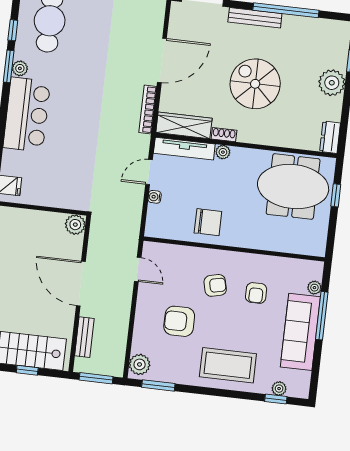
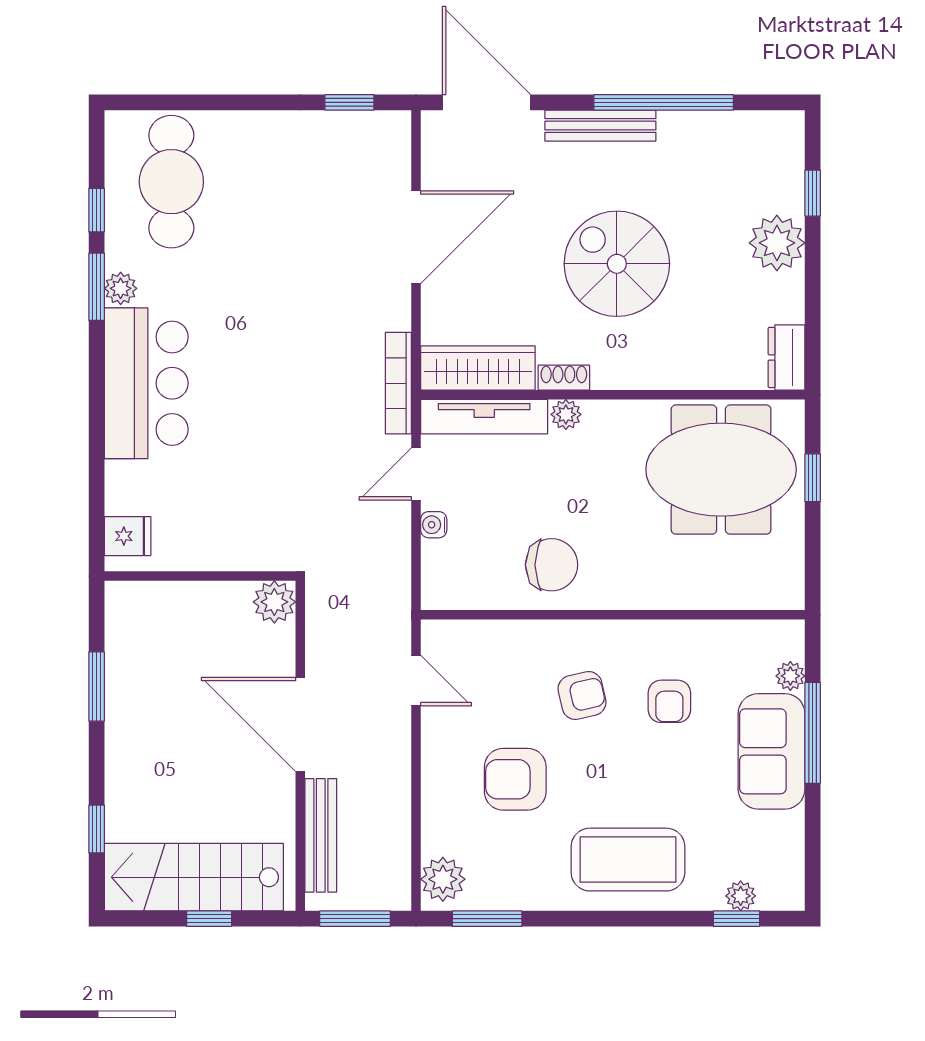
bookcase: (148, 110) -> (398, 383), moved
sofa: (300, 332) -> (772, 751), width x0.73
bench: (84, 337) -> (321, 835), width x1.36

